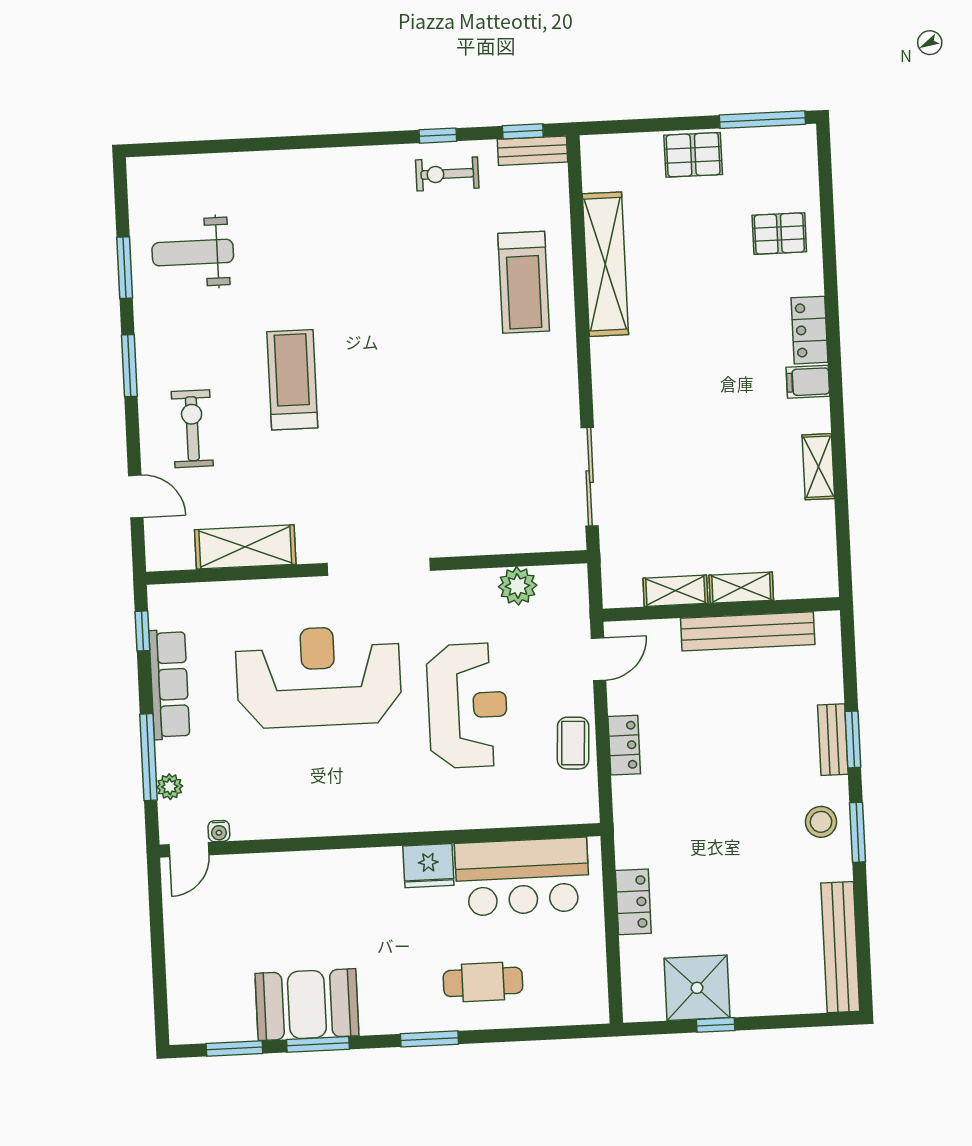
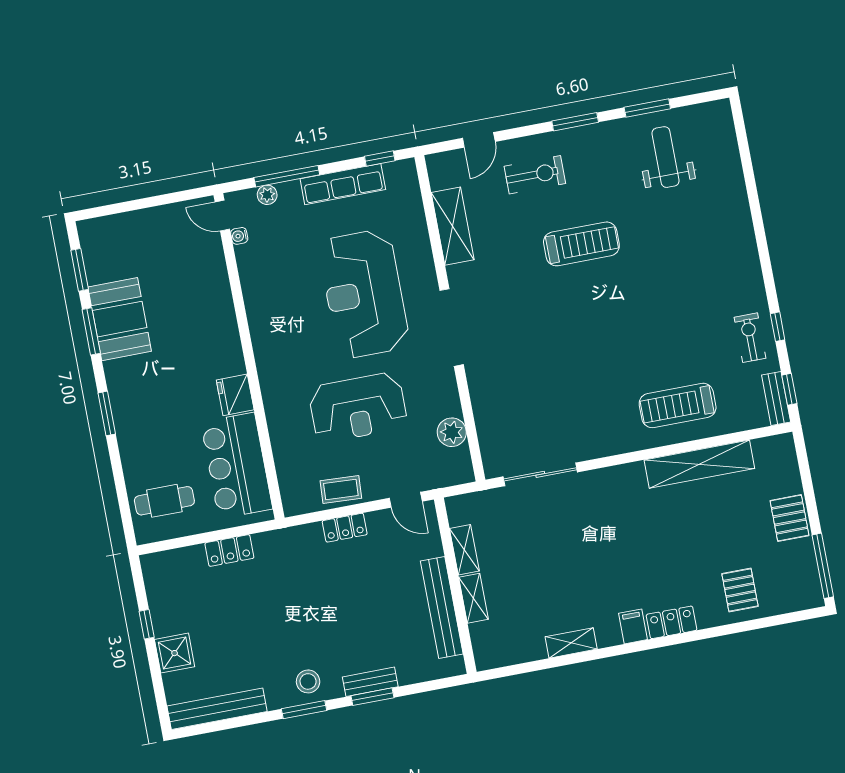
reception desk: (319, 677) -> (364, 294), turned 180
cafe table: (483, 982) -> (164, 501), moved, turned 90
shower: (697, 988) -> (175, 653), moved, width x0.73, depth x0.73

